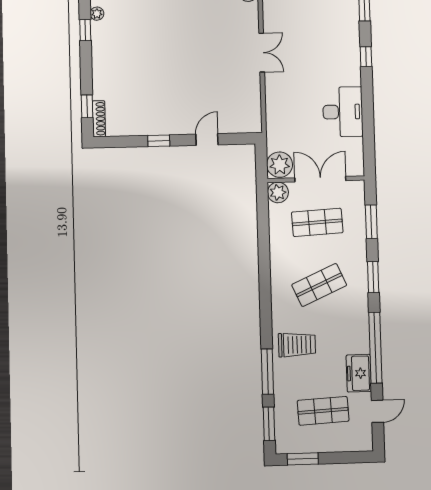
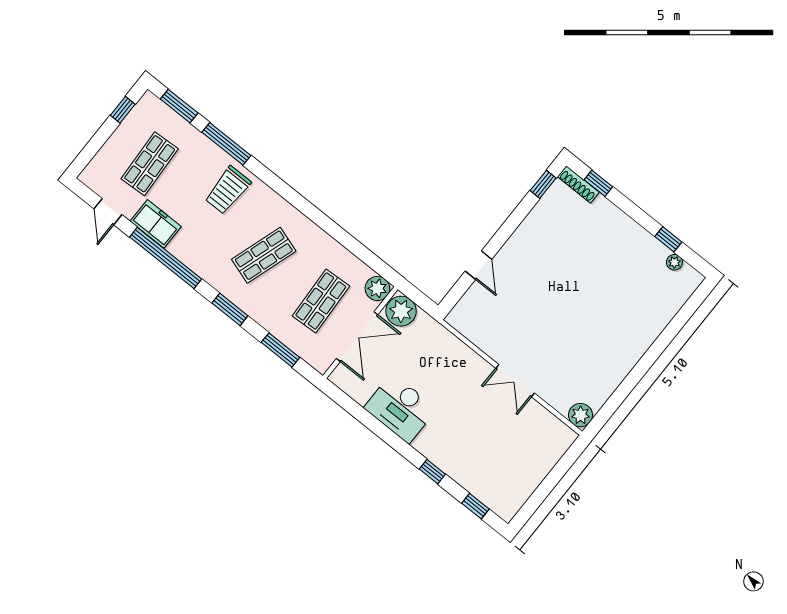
window: (159, 141) -> (543, 184), moved
shop shelf: (319, 285) -> (264, 255), turned 42
window: (303, 459) -> (123, 110), width x0.67

